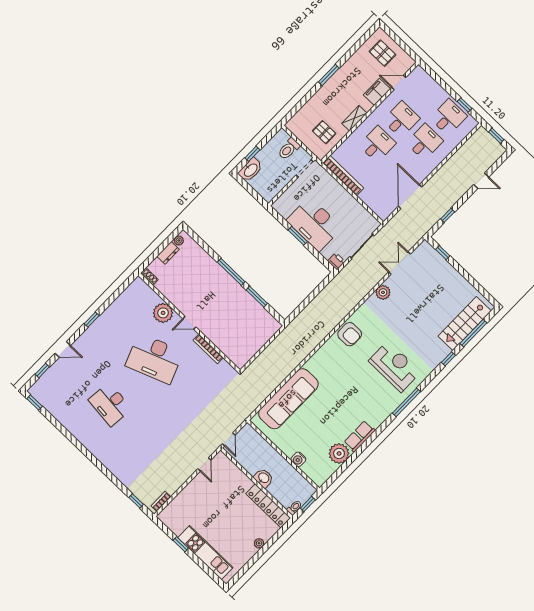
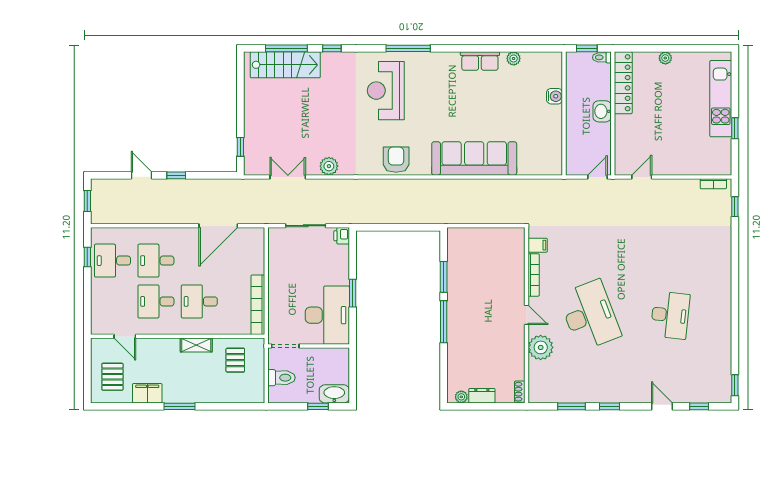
filing cabinet: (377, 92) -> (147, 393), moved, turned 180
window: (448, 215) -> (176, 175), moved
desk: (314, 224) -> (327, 315), moved
double door: (400, 263) -> (288, 177), swing flipped
window: (113, 298) -> (571, 406), added
filing cabinet: (223, 368) -> (538, 245), added
sofa: (288, 399) -> (474, 158), moved
plant: (339, 453) -> (514, 58), width x0.53, depth x0.53

